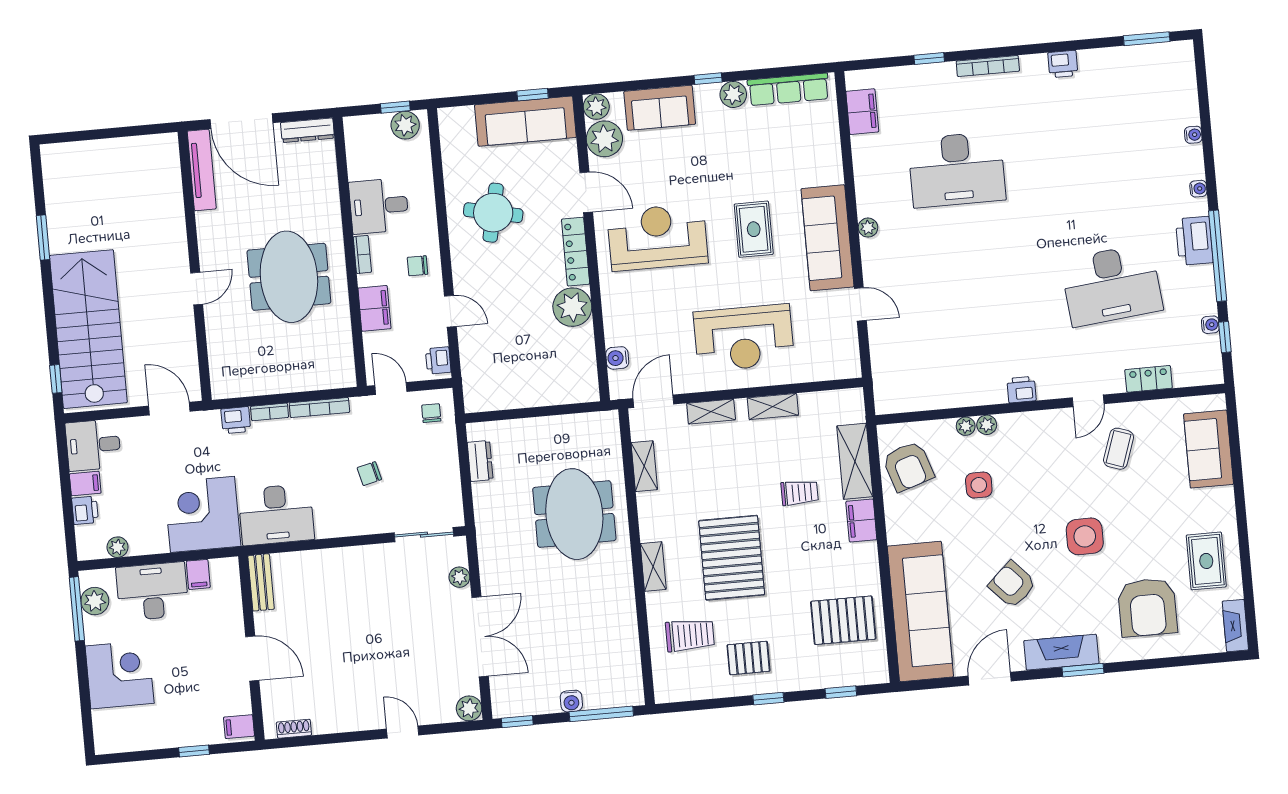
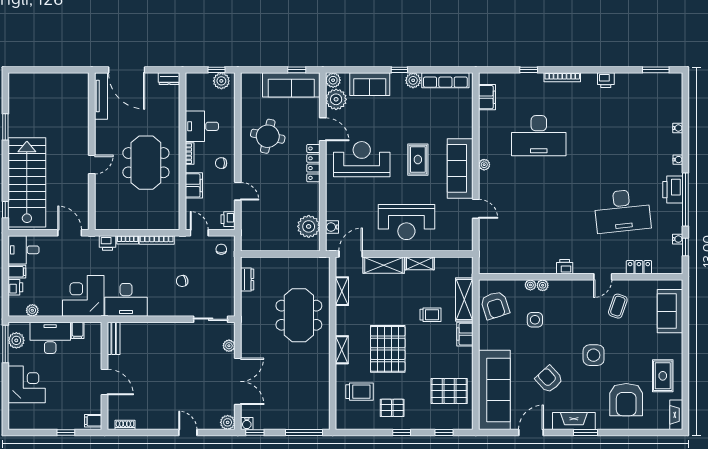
dresser: (307, 130) -> (169, 79), width x0.70
plant: (572, 307) -> (309, 226), moved
shelving: (711, 412) -> (384, 265), width x1.50, depth x1.33
water cooler: (571, 701) -> (247, 424), moved

